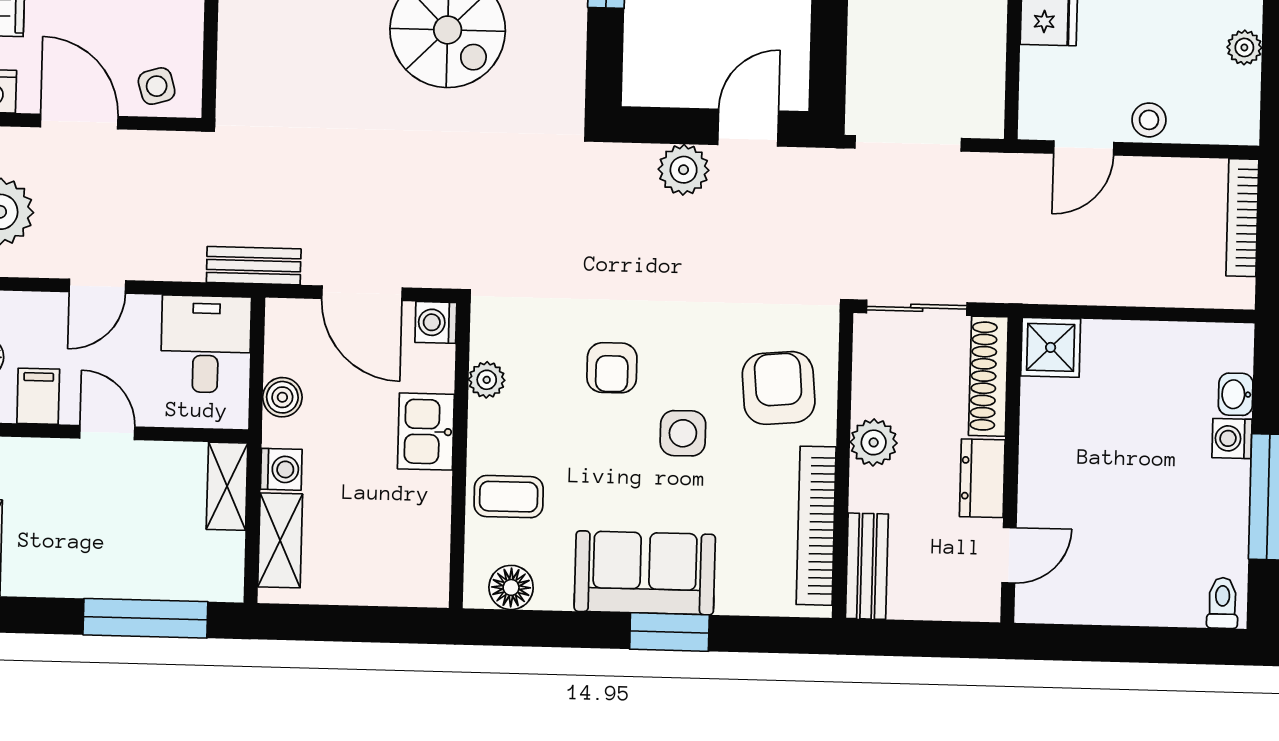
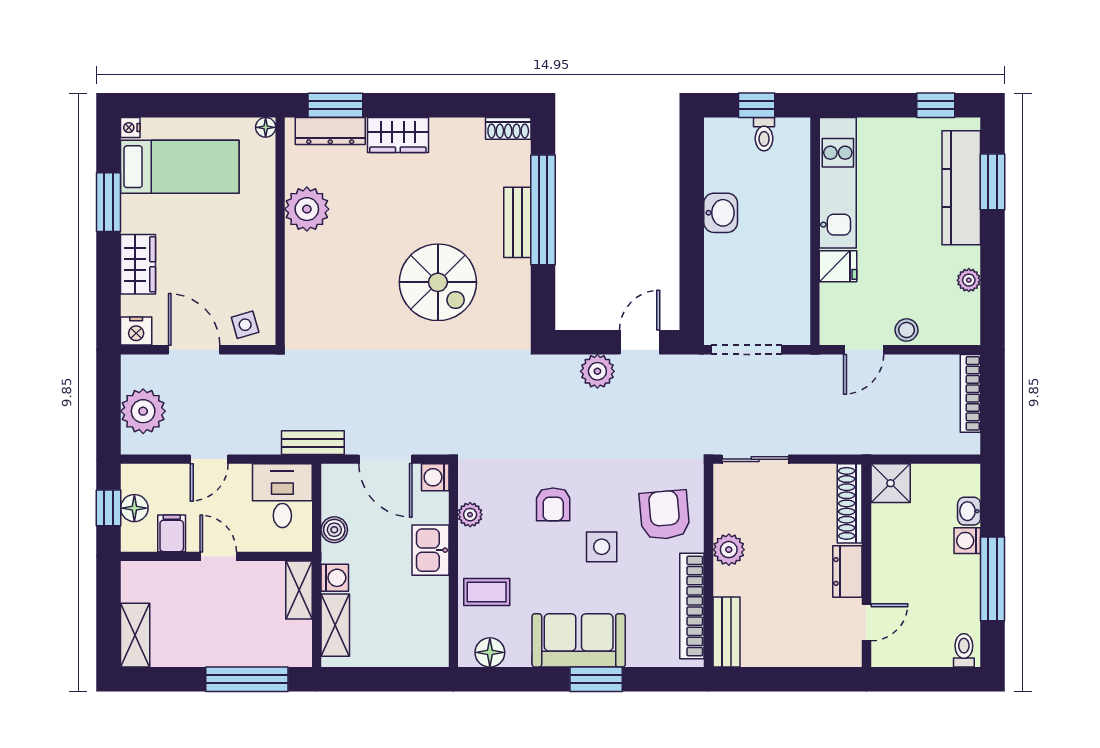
shower: (1051, 347) -> (891, 483), moved
shoe rack: (988, 376) -> (850, 503), moved
wall: (1011, 470) -> (866, 565), moved
dresser: (982, 478) -> (847, 571), moved
door: (1009, 555) -> (866, 622), moved

